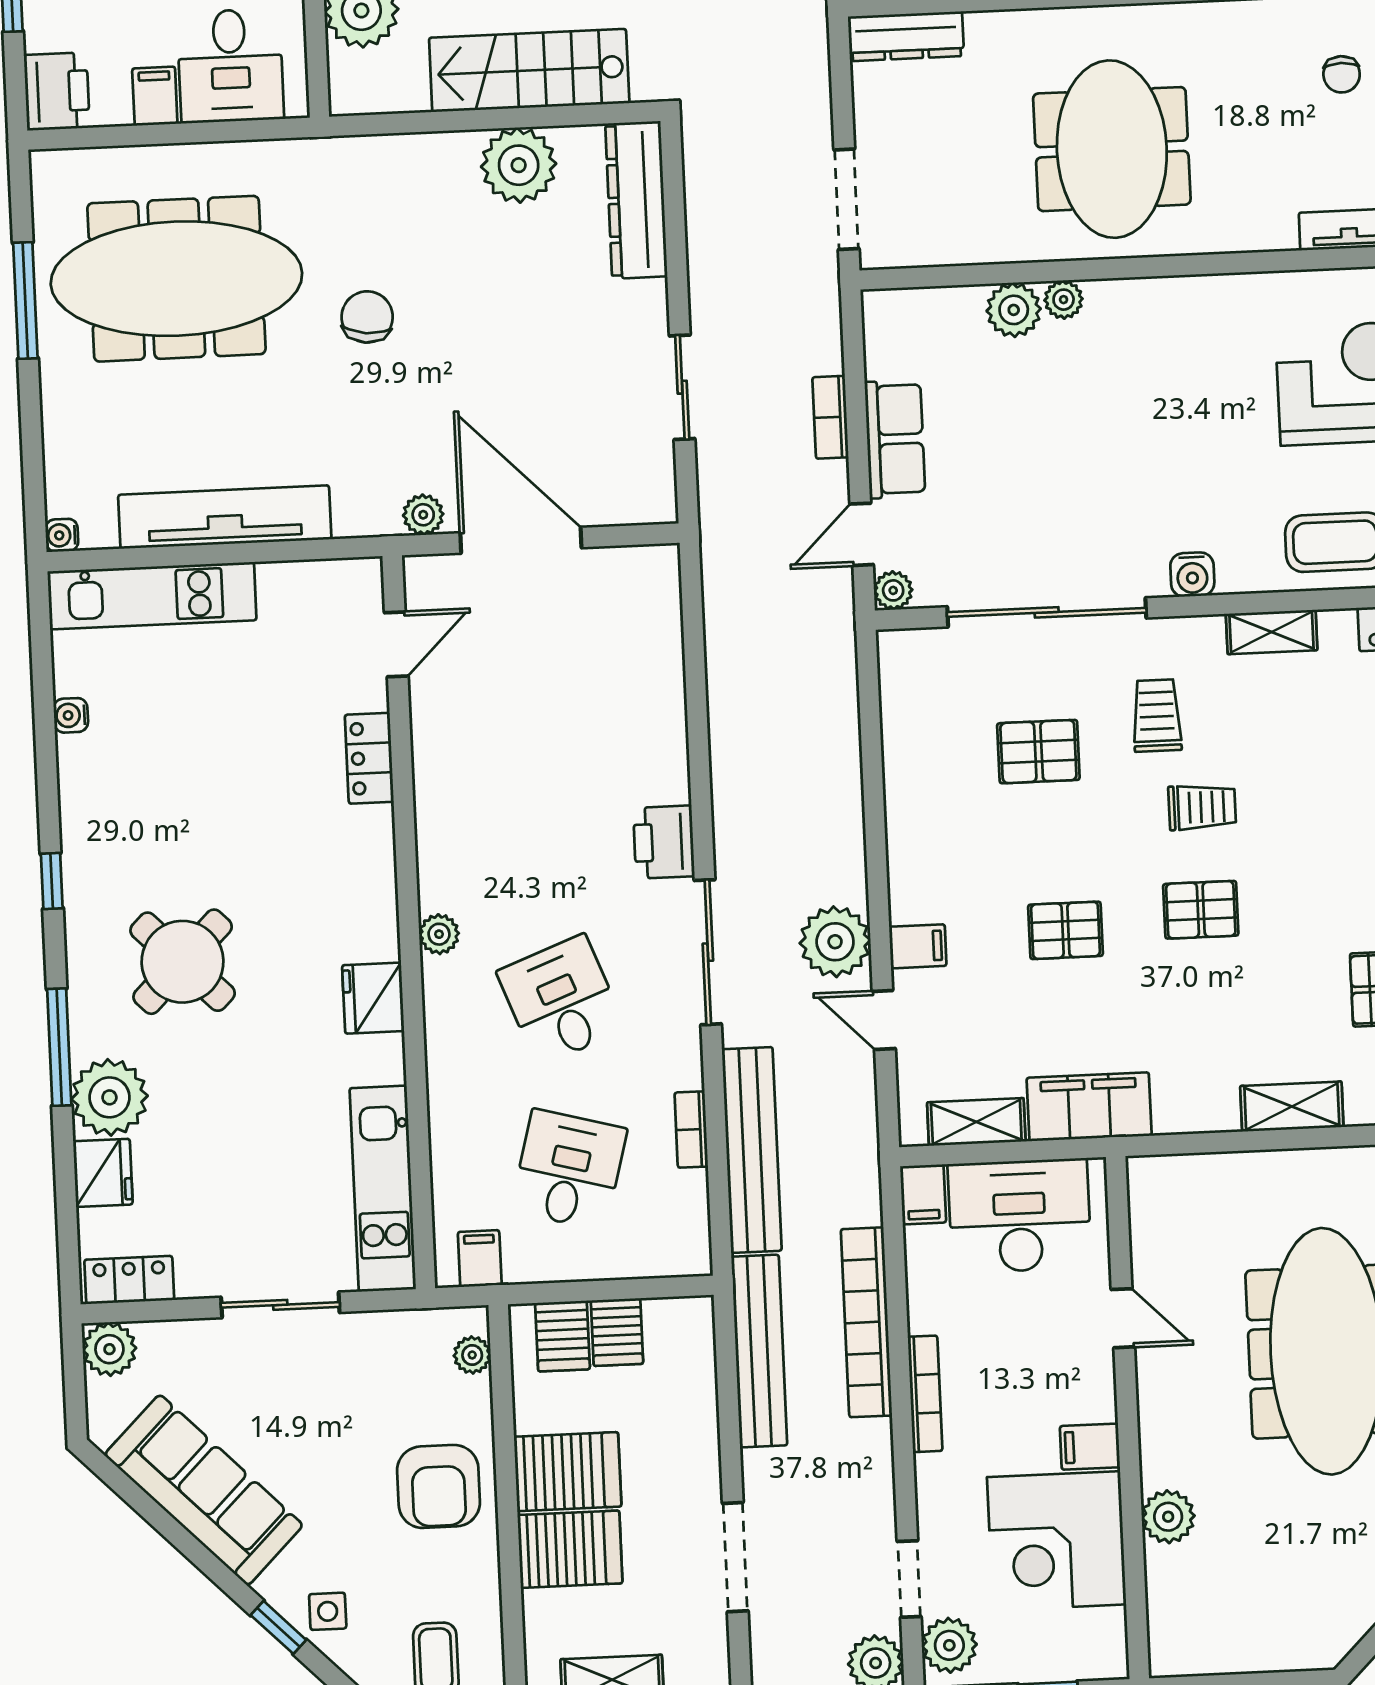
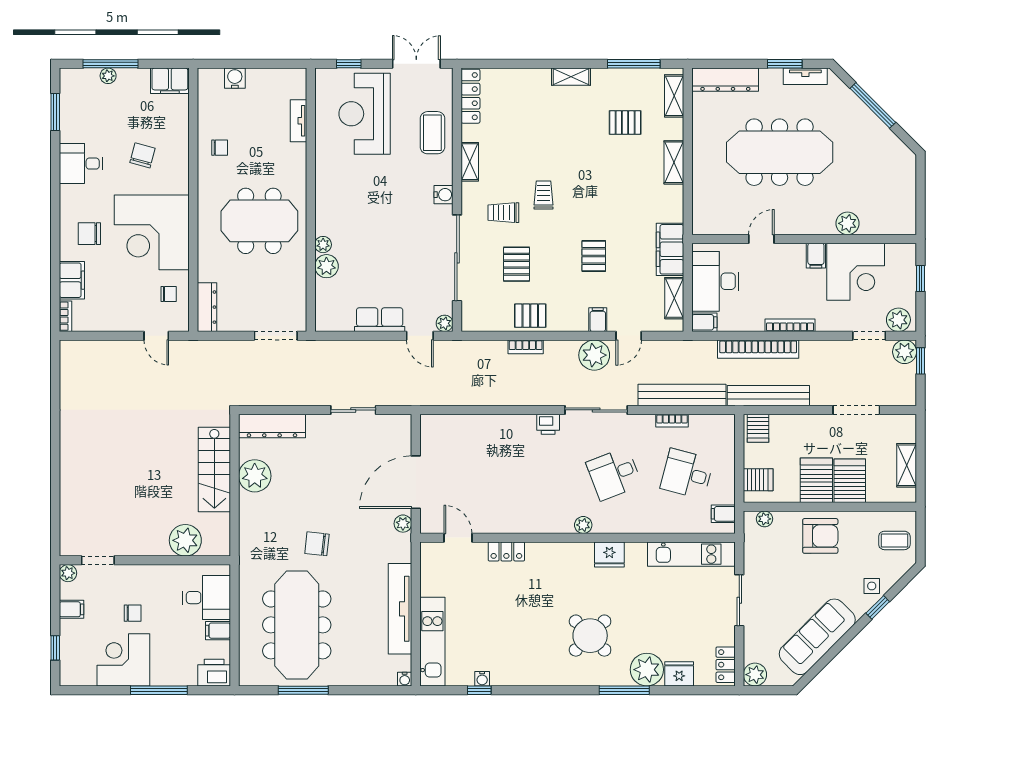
chair: (1342, 74) -> (220, 148), moved
bookcase: (830, 417) -> (526, 347), moved
printer: (664, 842) -> (548, 424), width x0.73, depth x0.81
window: (52, 881) -> (479, 690), moved
pallet: (1201, 910) -> (530, 316), moved, turned 90
server rack: (617, 1332) -> (758, 428), moved, turned 90

